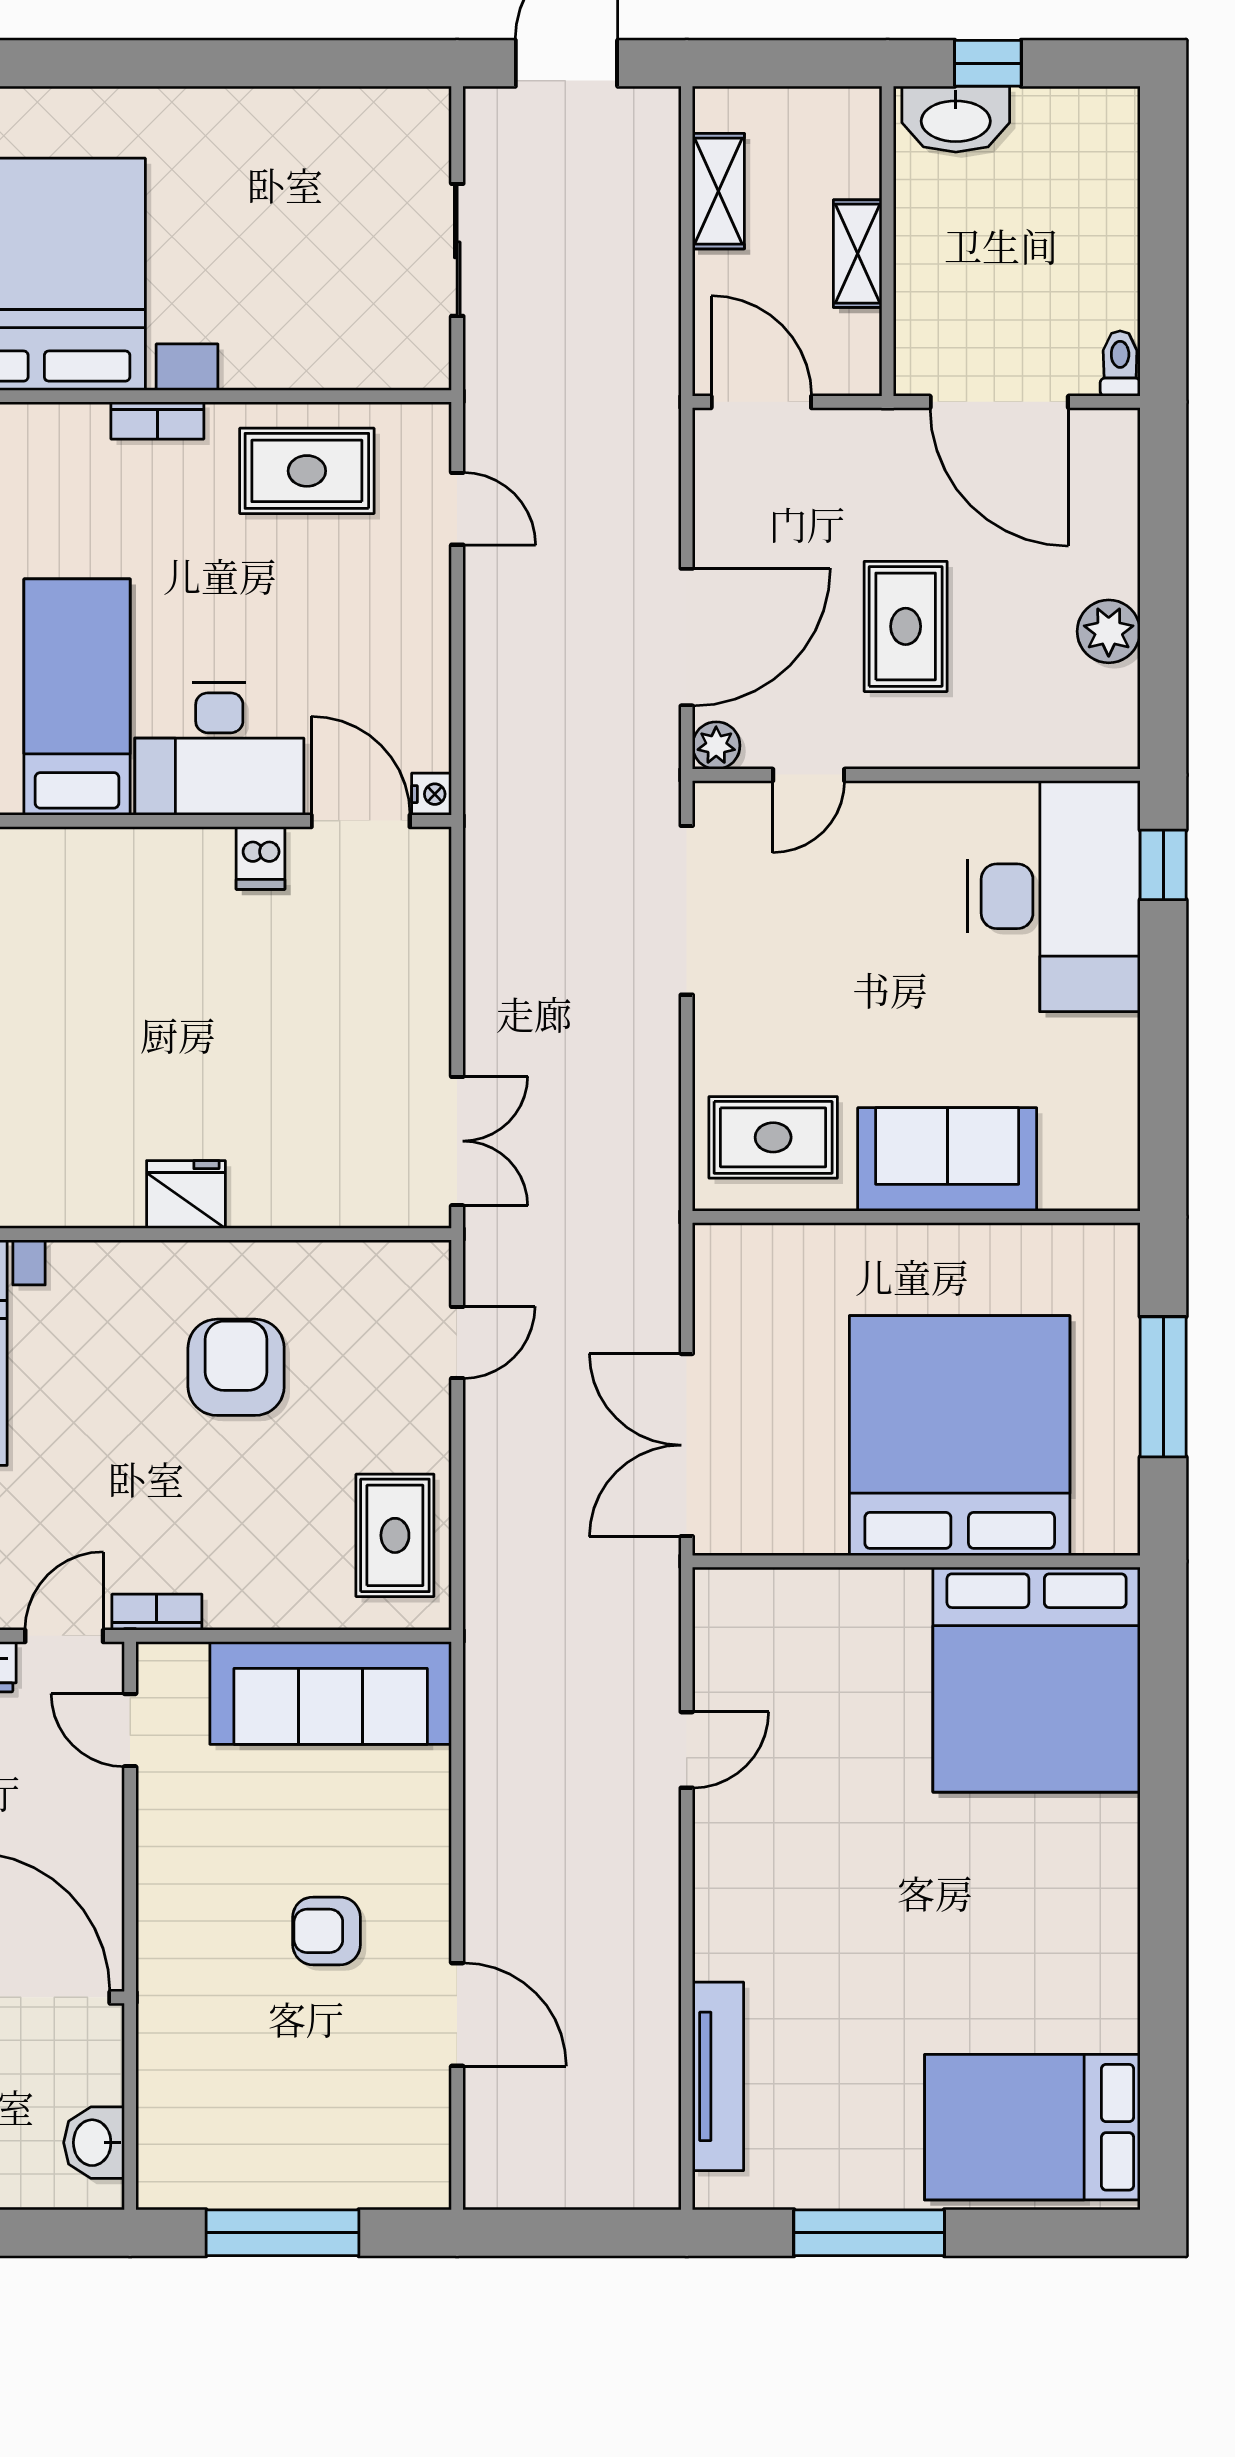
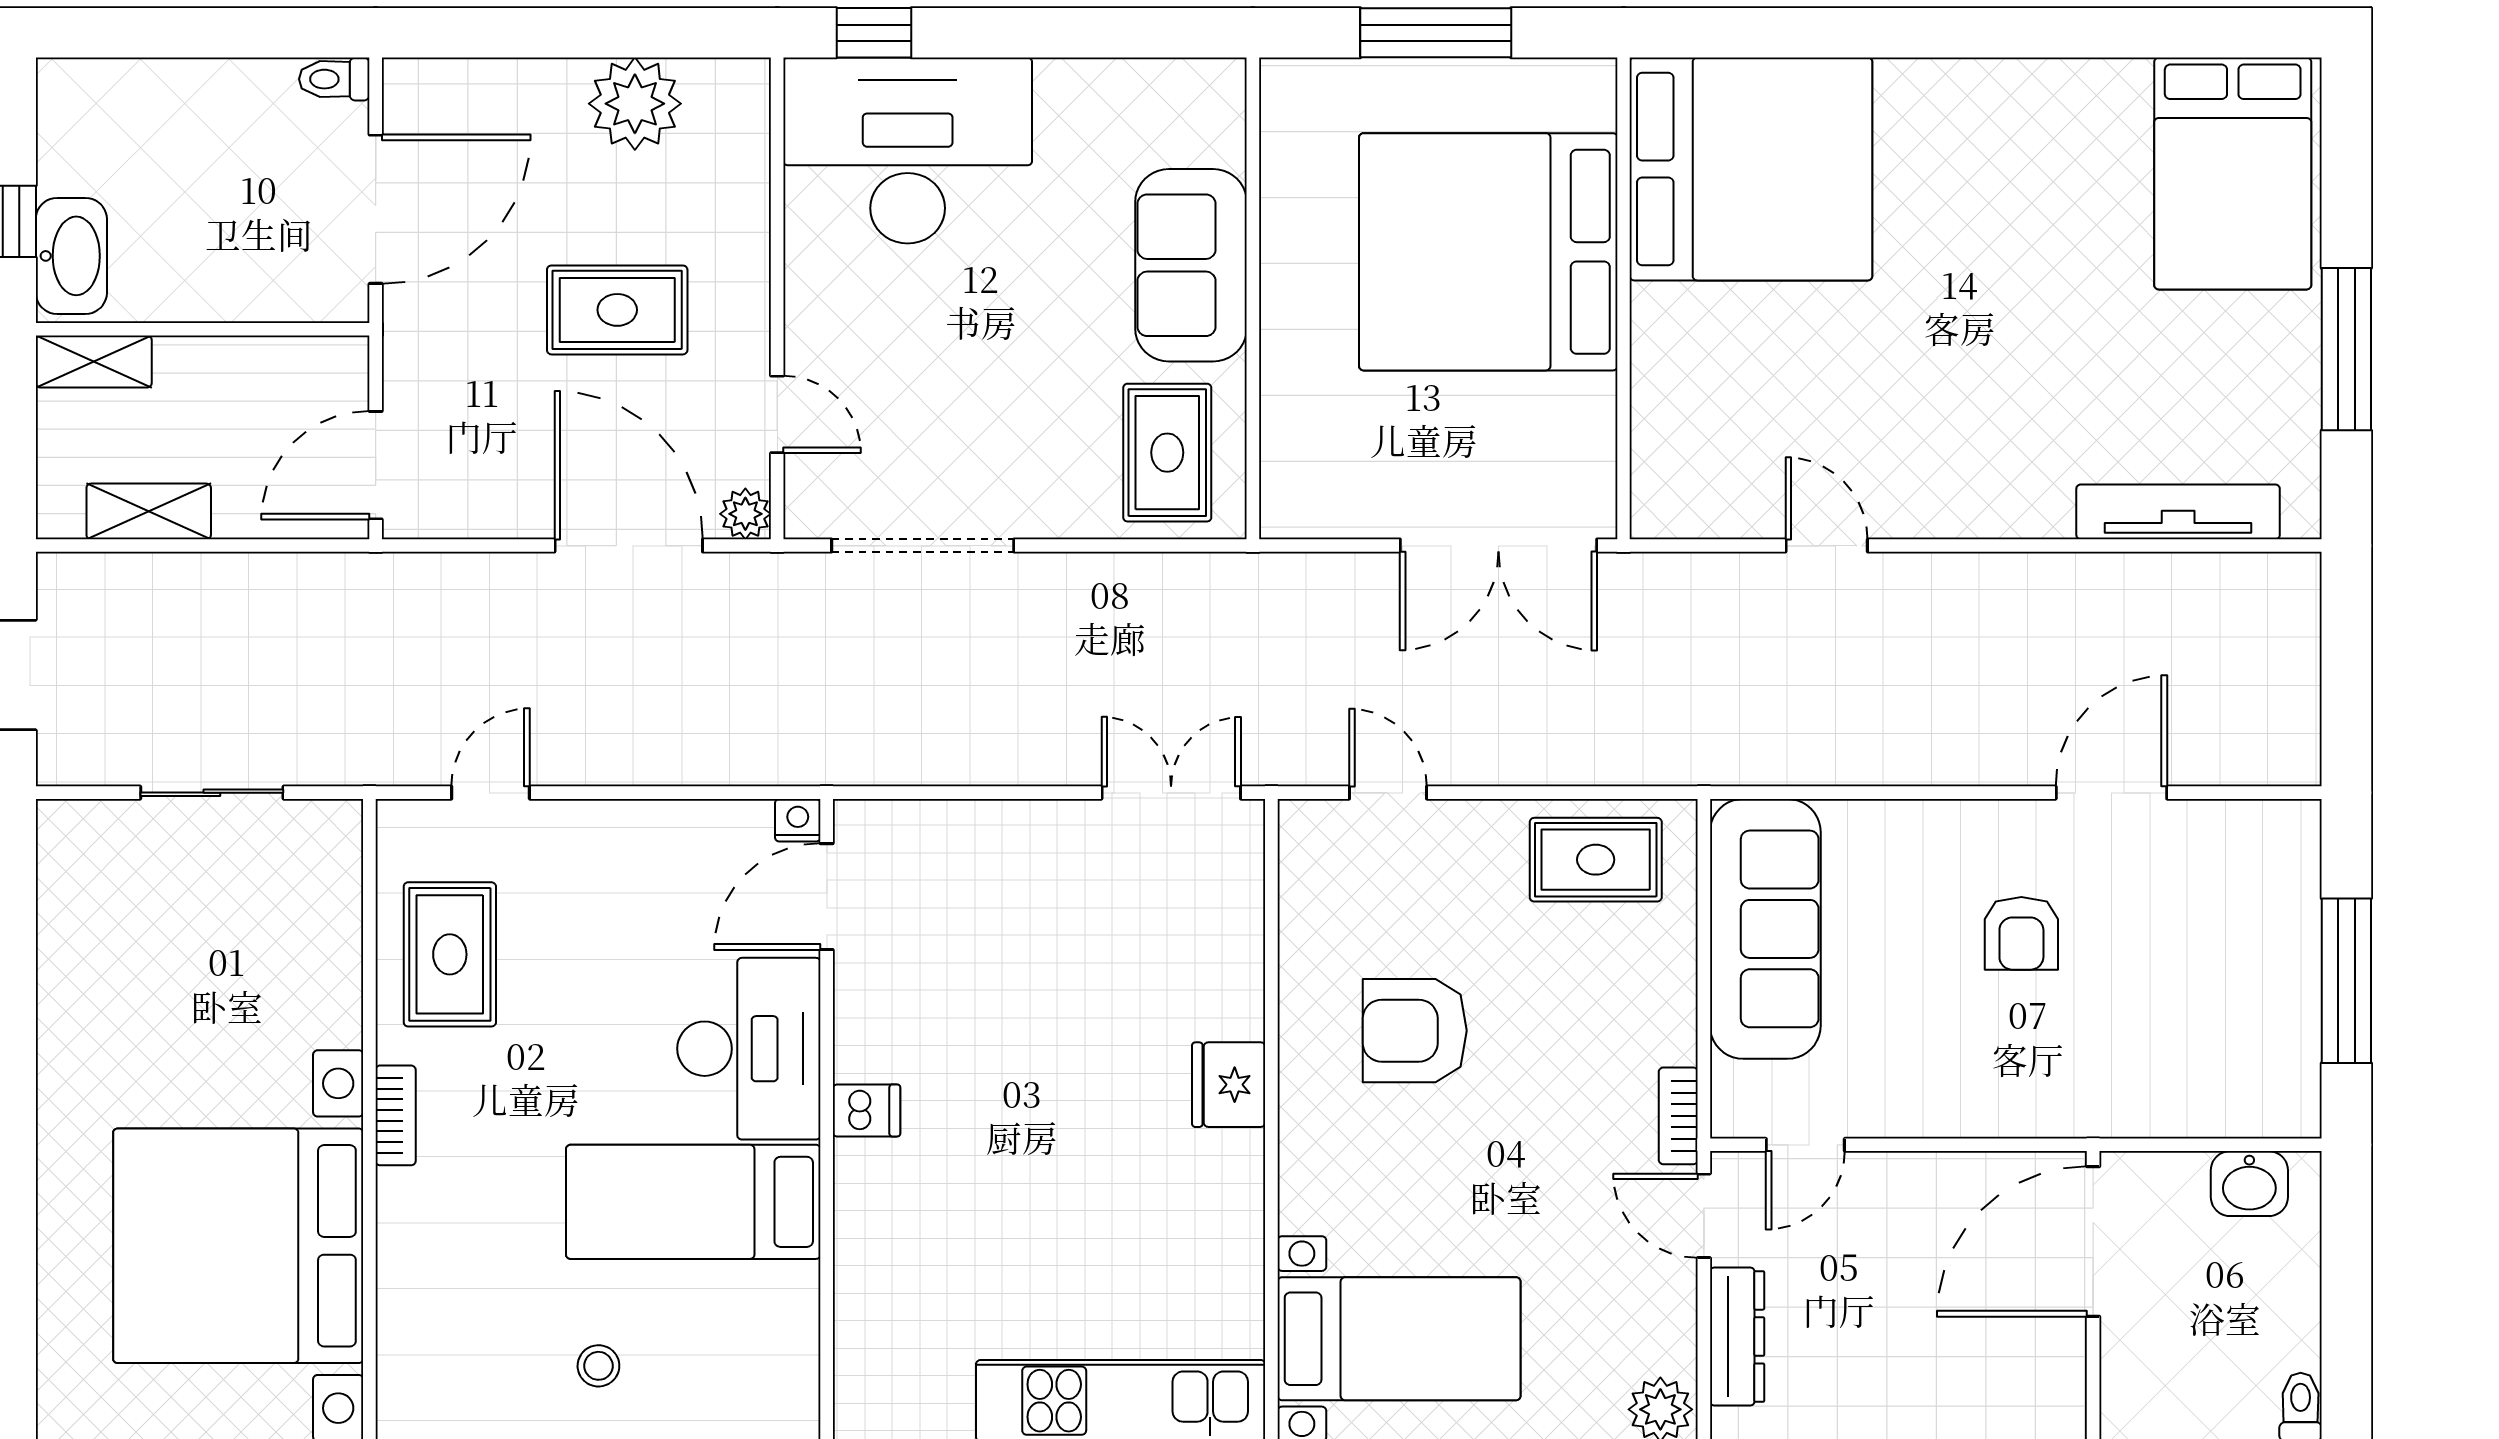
shelving: (858, 254) -> (94, 362), moved
plant: (1109, 631) -> (635, 104), width x1.36, depth x1.36
dishwasher: (261, 858) -> (866, 1110), moved

